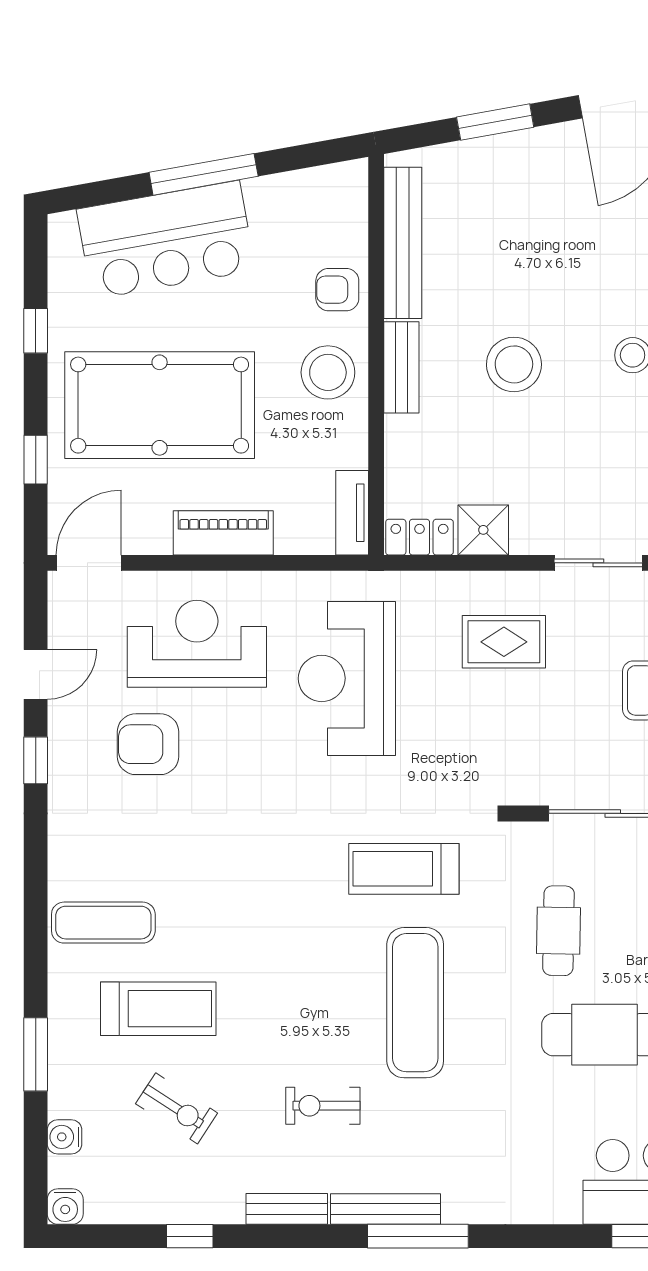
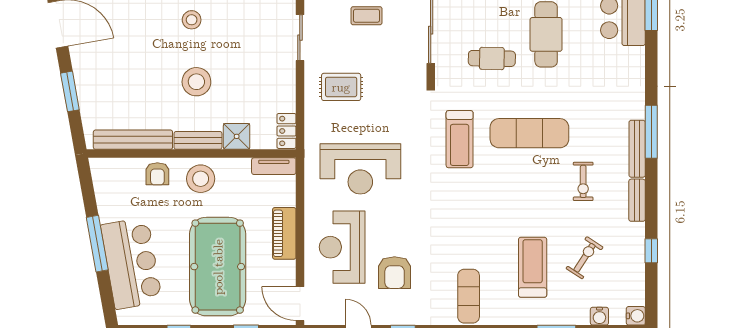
shower: (483, 530) -> (237, 136), moved
rug: (504, 642) -> (341, 87), turned 90
exercise mat: (103, 923) -> (469, 296), moved

